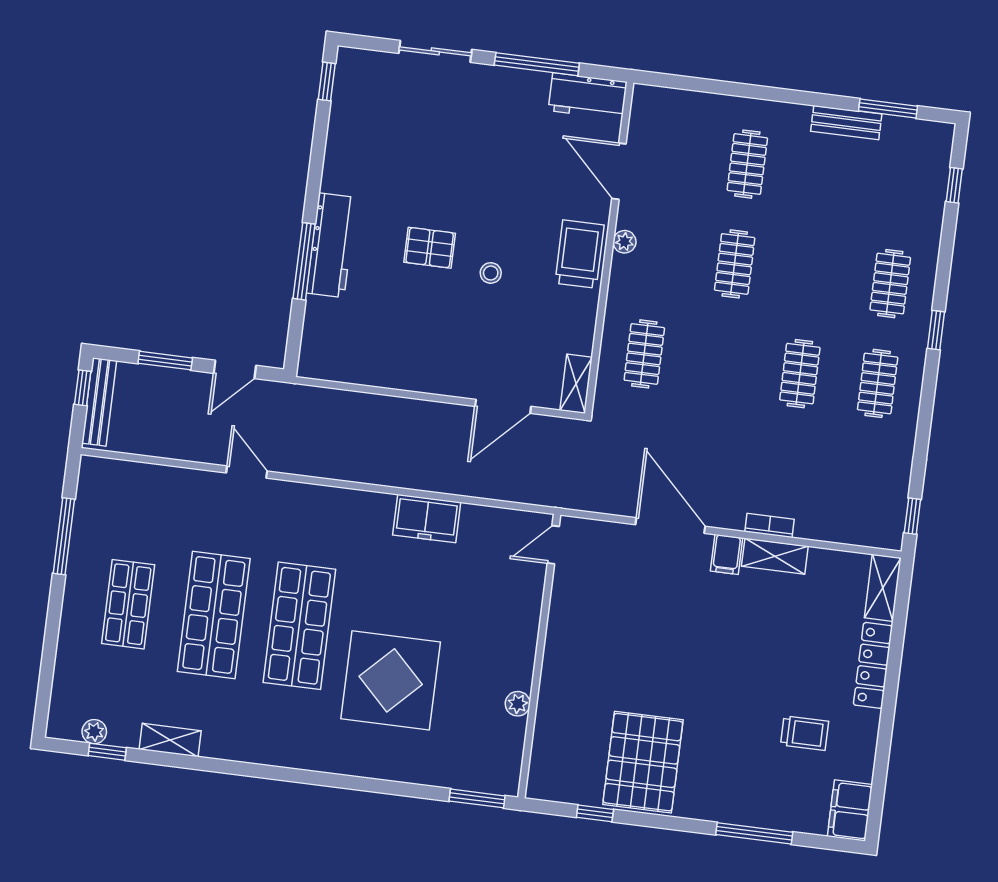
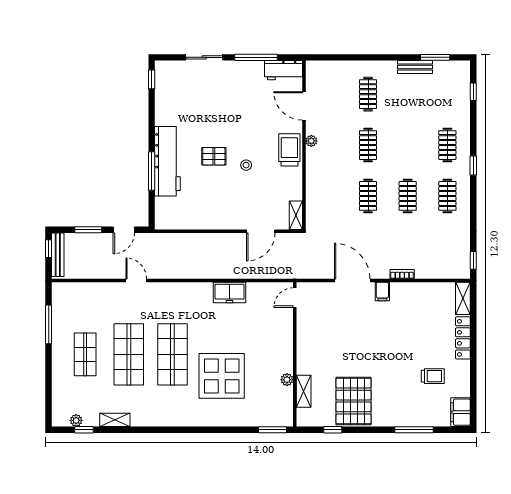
workbench: (331, 245) -> (167, 161), width x1.36, depth x1.32
clothes rail: (644, 354) -> (368, 196), moved
shelving: (775, 556) -> (304, 391), moved, turned 90

